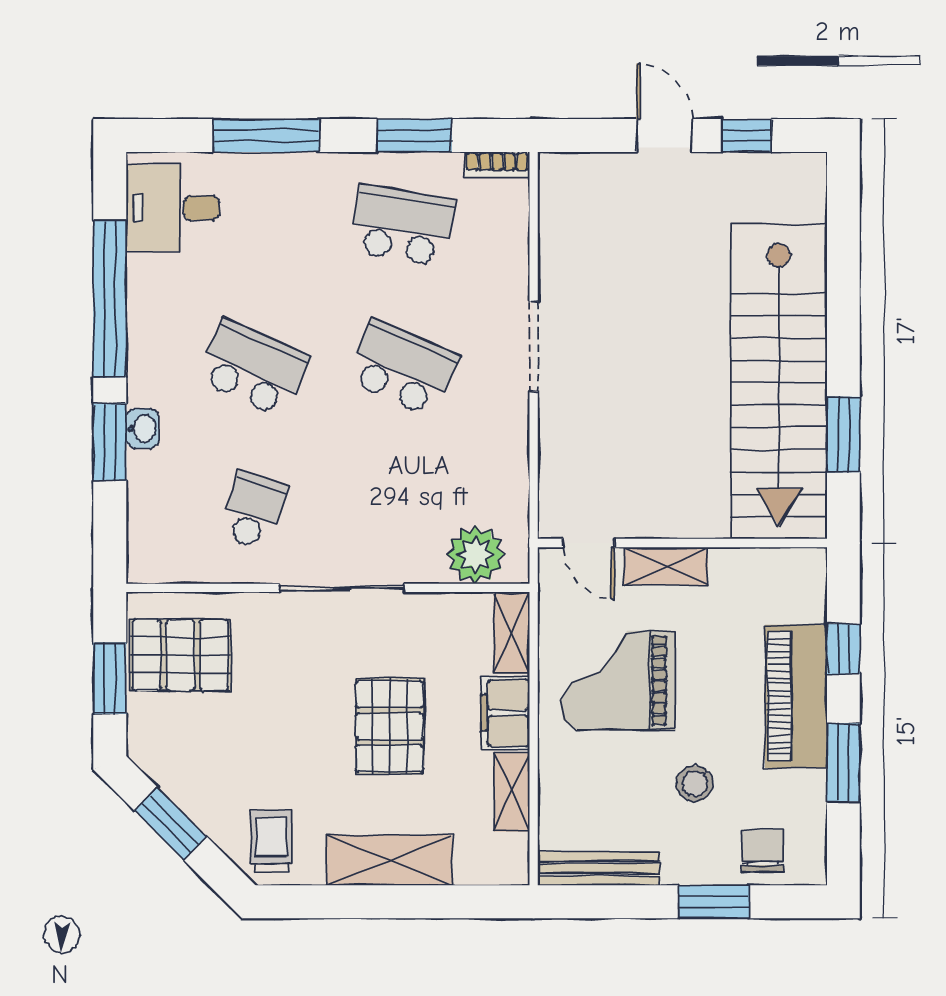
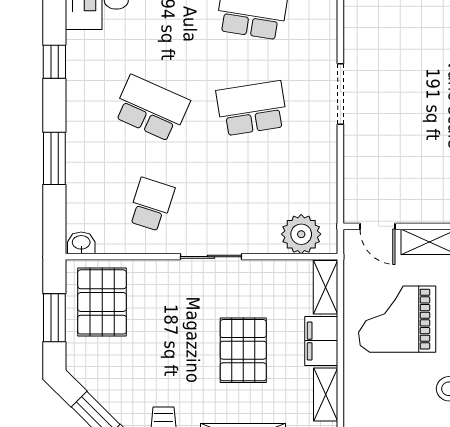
window: (110, 299) -> (54, 62), width x0.32
school desk: (402, 368) -> (252, 108), turned -33
washbasin: (142, 429) -> (81, 243), moved, turned -90
sliding door: (342, 588) -> (211, 257), width x0.73
pallet: (180, 655) -> (102, 302), turned 90

